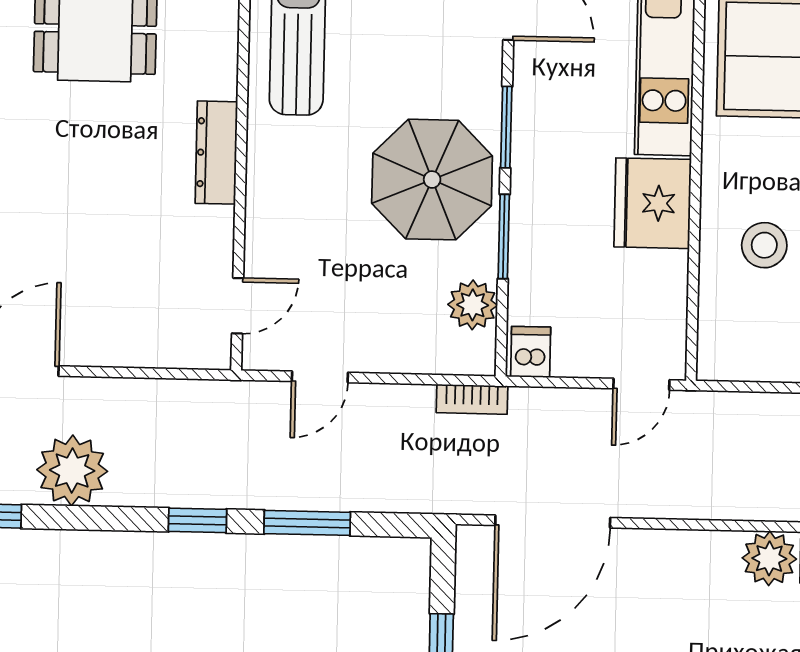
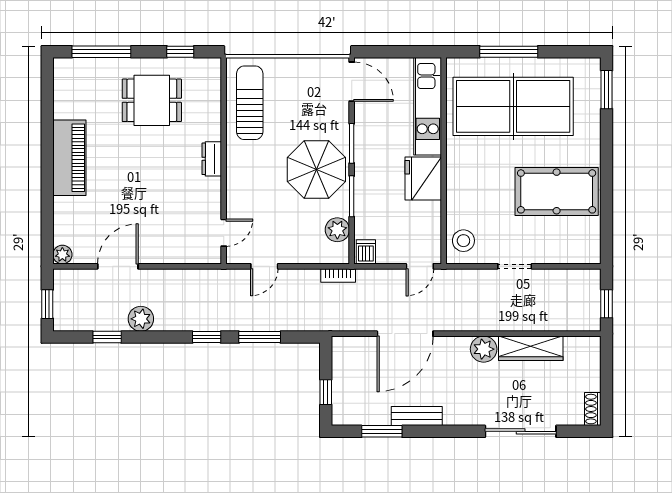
dresser: (216, 153) -> (212, 159), width x0.70
stool: (764, 245) -> (463, 241), moved
plant: (72, 470) -> (141, 319), width x0.73, depth x0.73
door: (553, 522) -> (405, 334), moved

